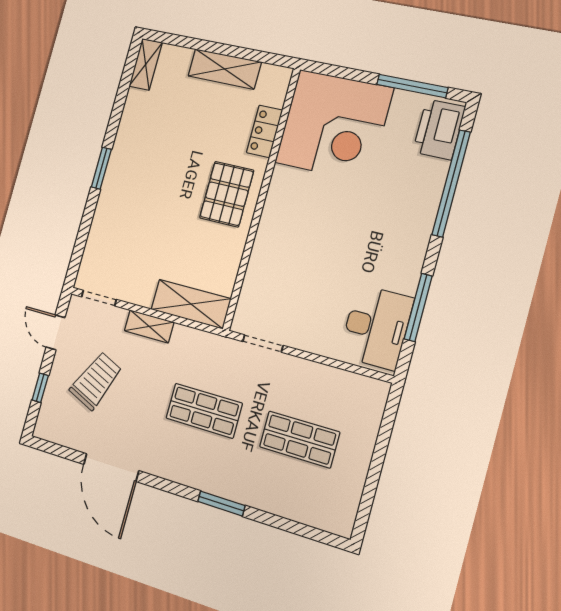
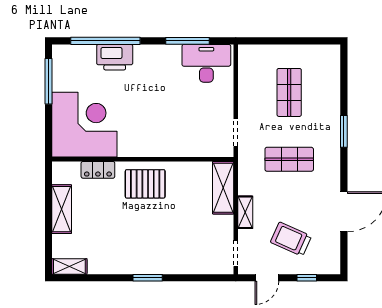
printer: (439, 129) -> (115, 57), moved
shop shelf: (204, 411) -> (289, 159), turned 90

